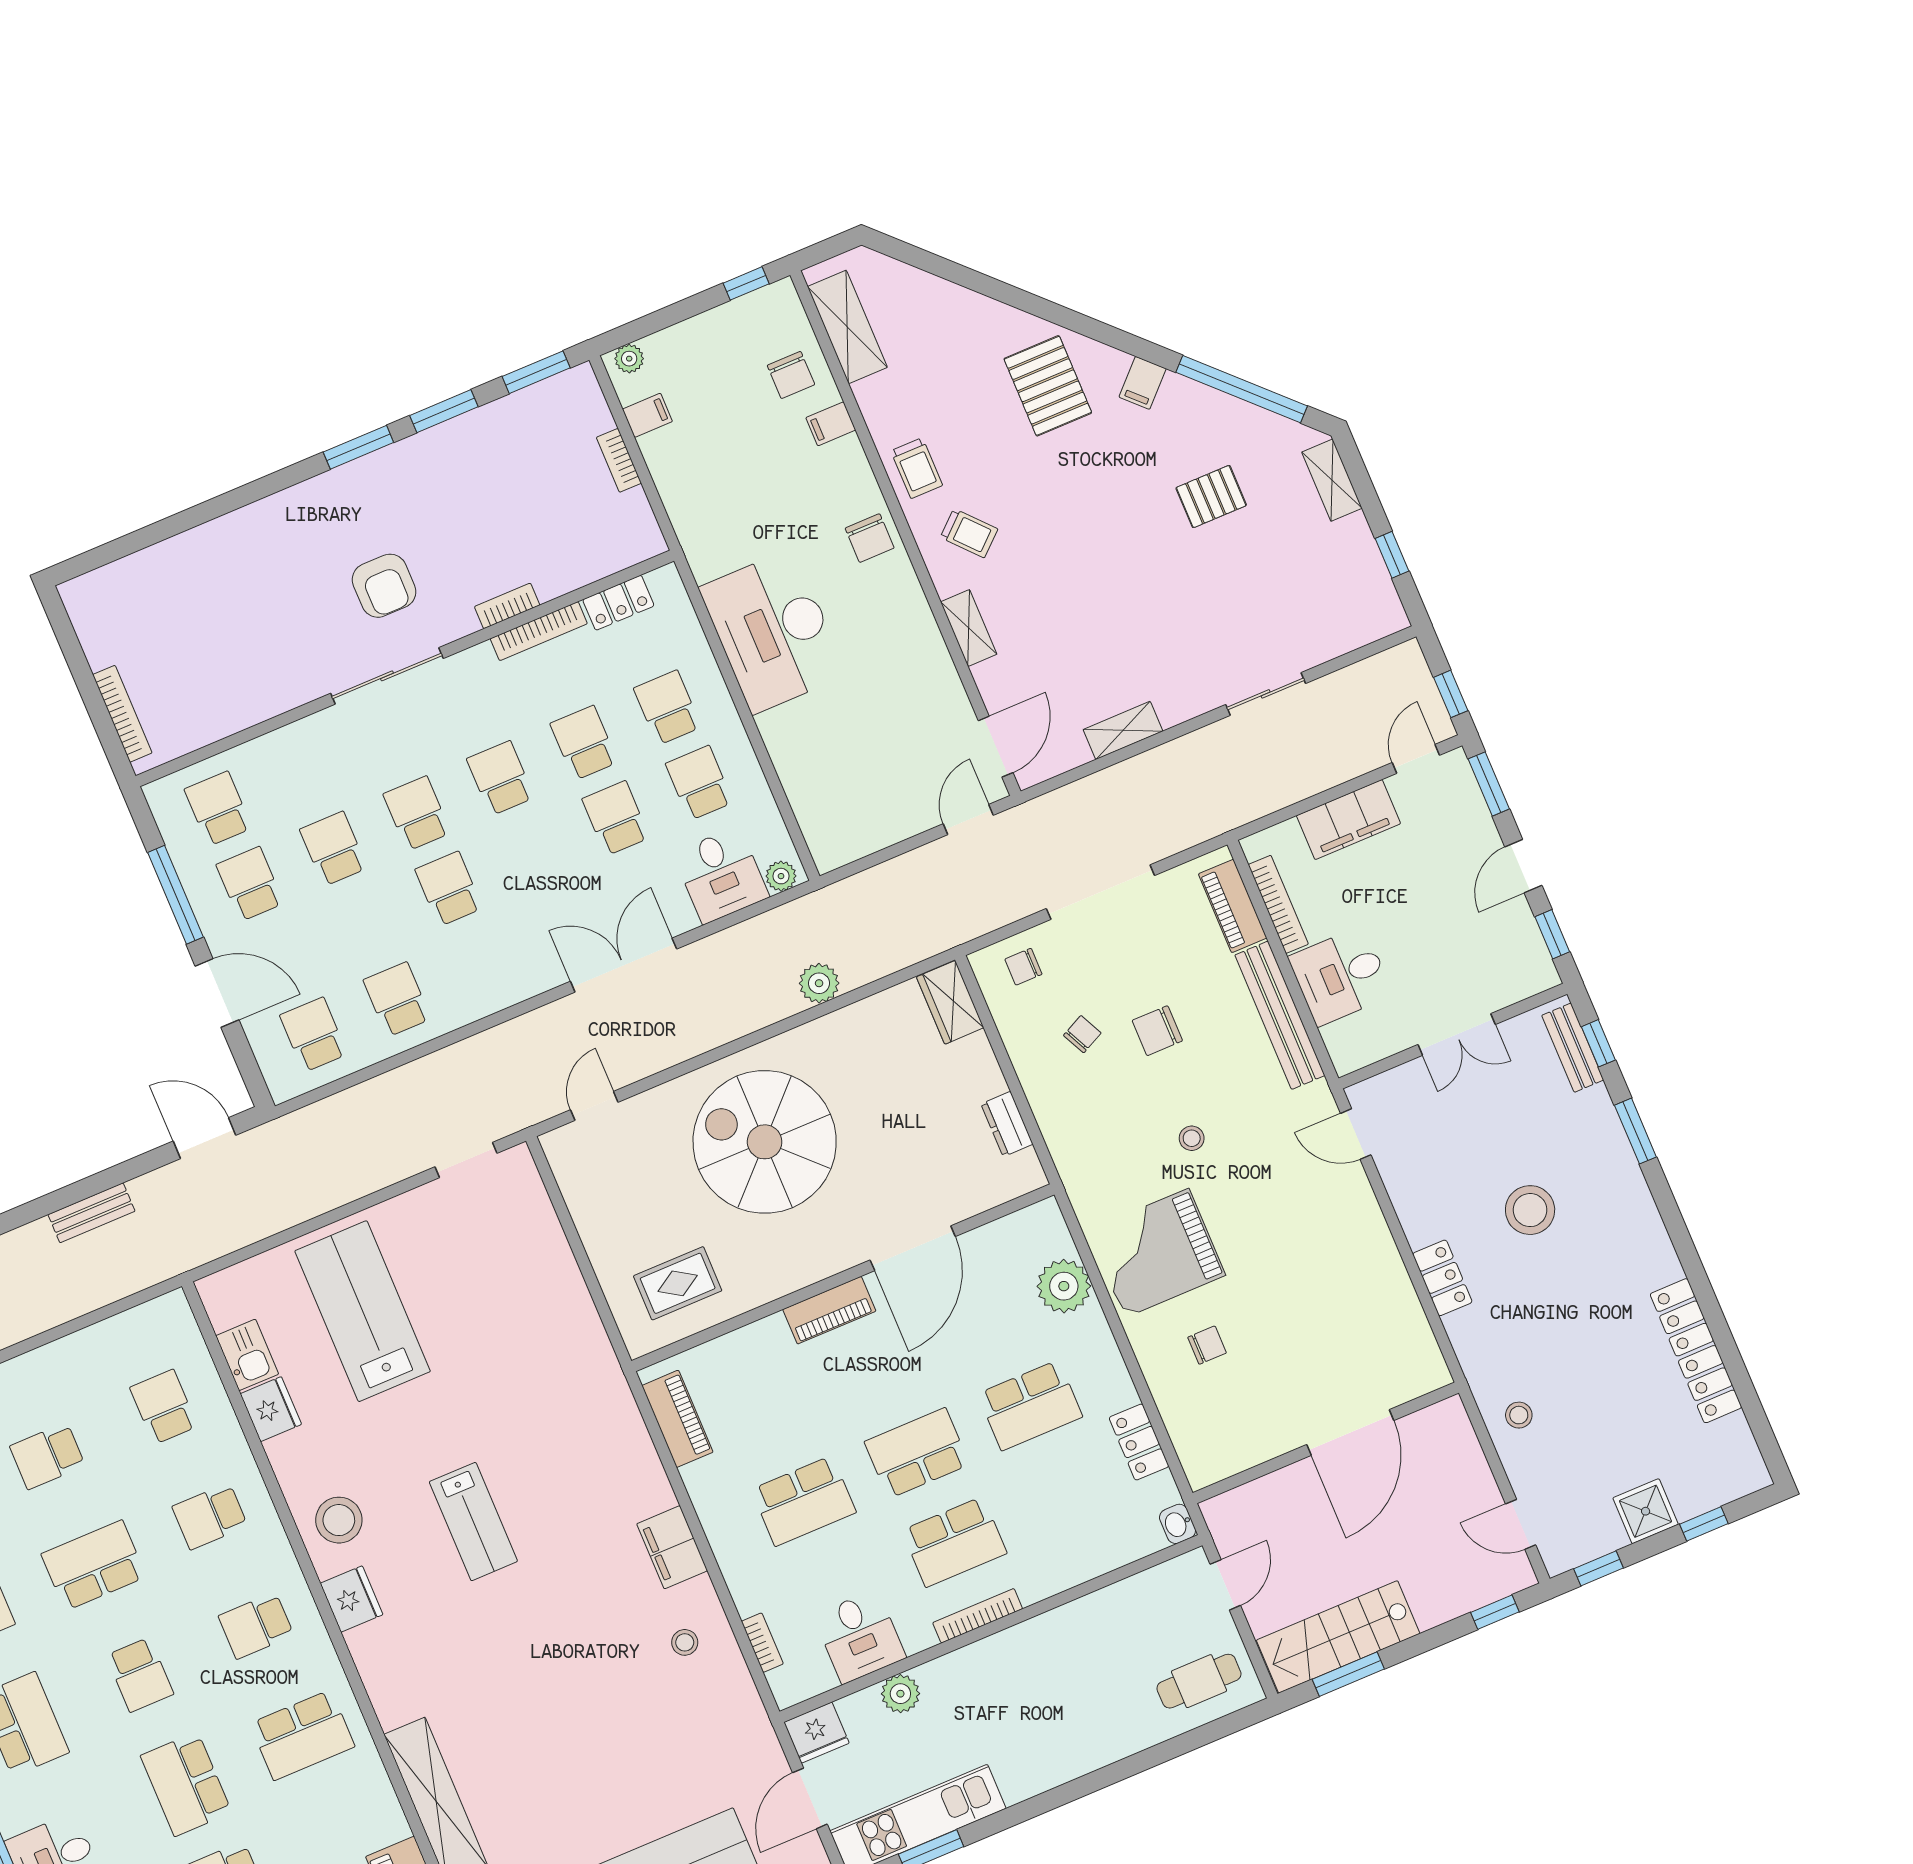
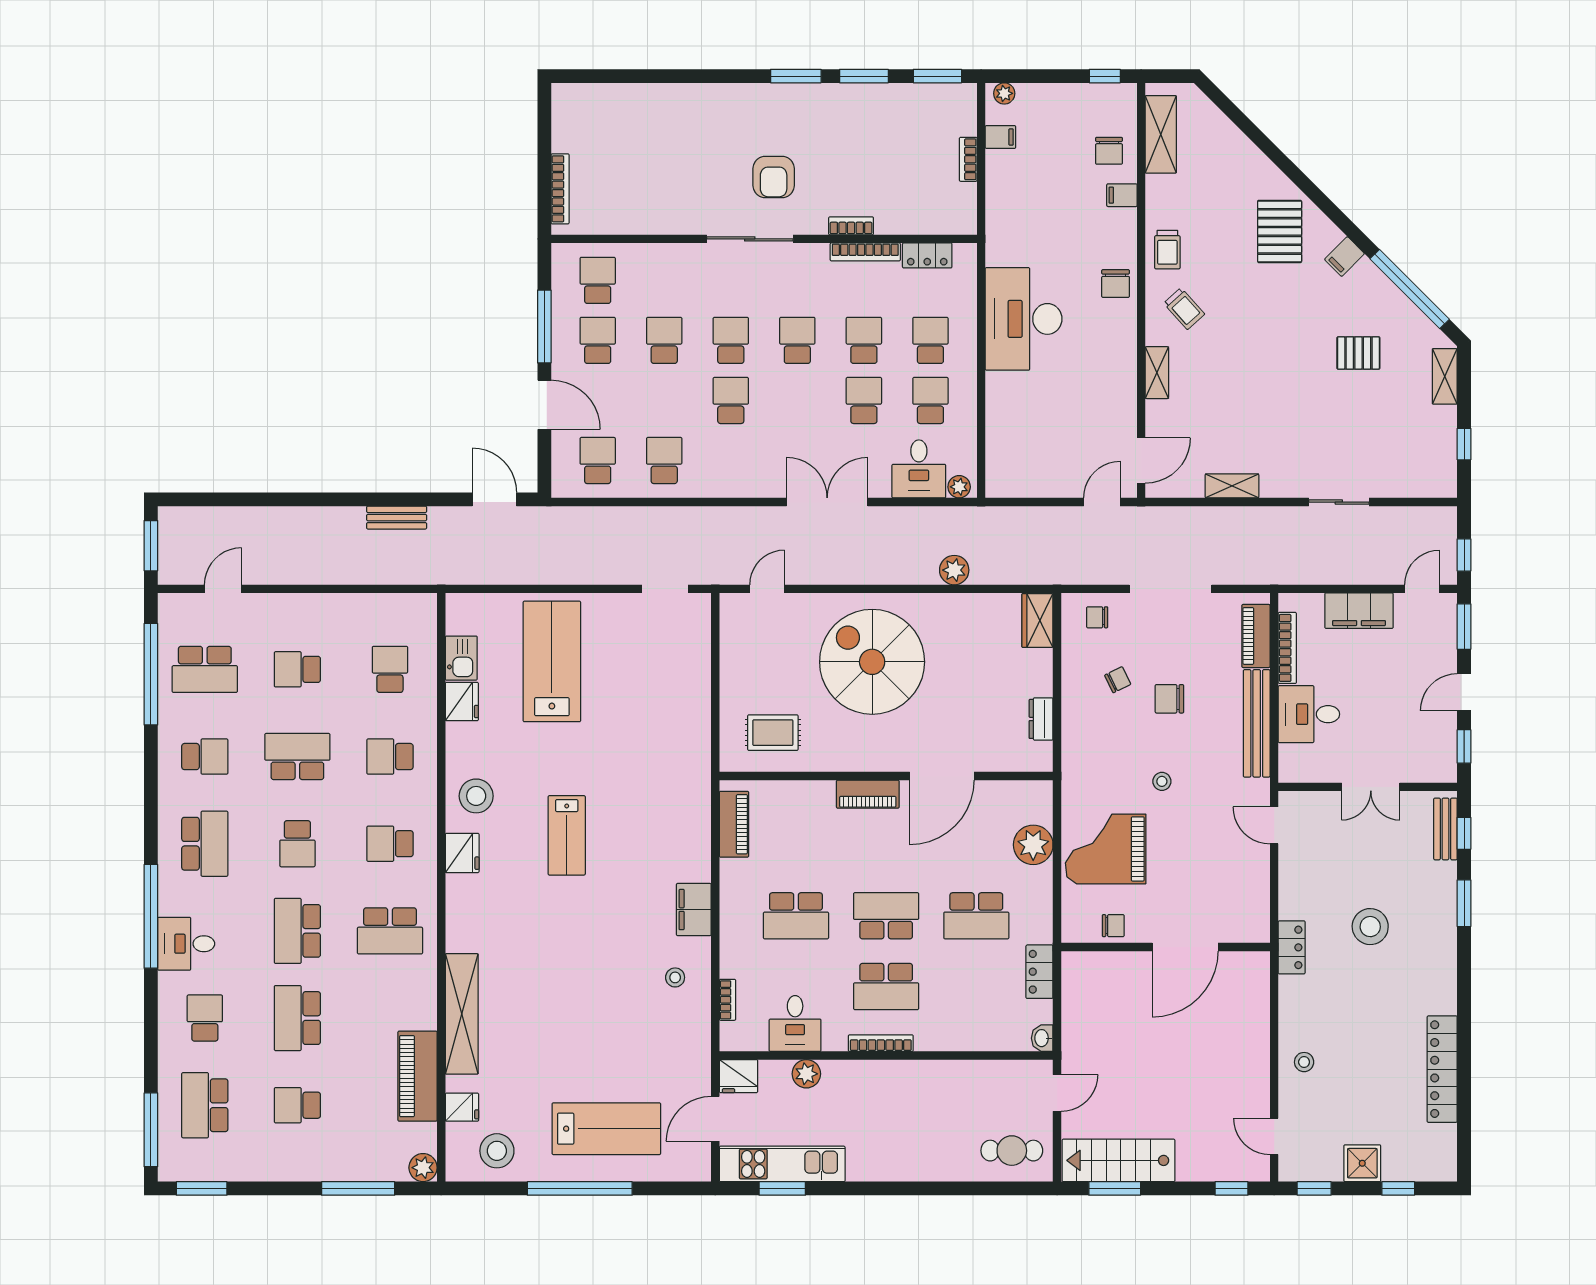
door: (1350, 1433) -> (1185, 947), moved
wall: (1326, 1443) -> (1166, 947), moved

